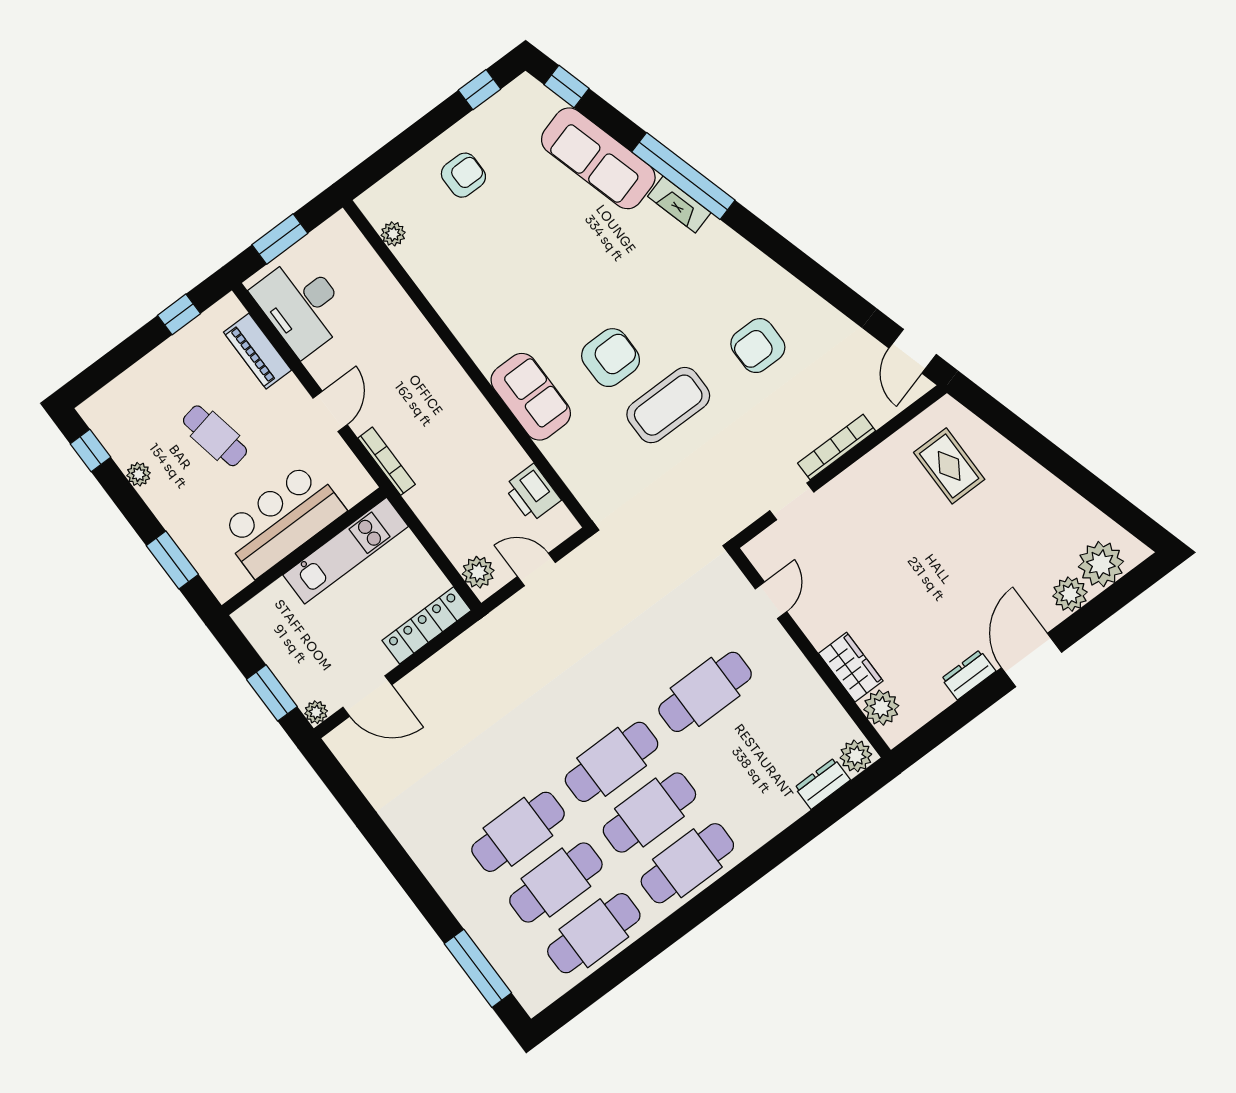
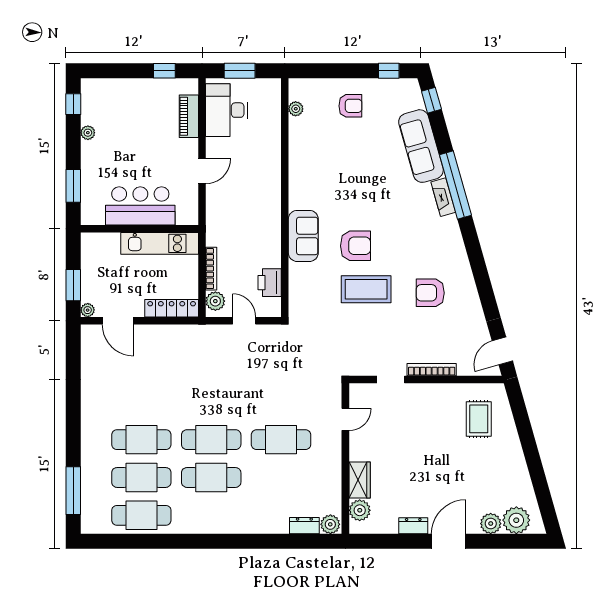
cafe table: (215, 436) -> (138, 142), removed
bookcase: (387, 461) -> (211, 269), moved
cafe table: (687, 863) -> (211, 515), removed

